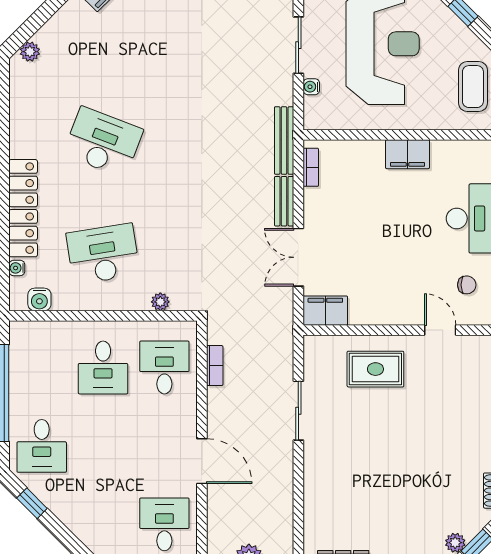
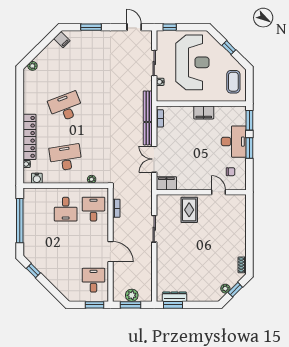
desk: (103, 142) -> (66, 107), turned -42
rug: (375, 369) -> (189, 210), turned 90
desk: (42, 446) -> (38, 245), removed

